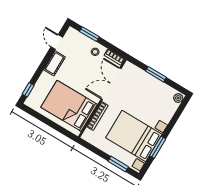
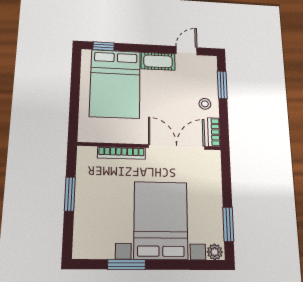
window: (156, 74) -> (228, 224), moved
bed: (69, 106) -> (115, 84), moved, turned 180
bed with nightstands: (134, 136) -> (161, 220), moved
window: (118, 164) -> (70, 194), moved

